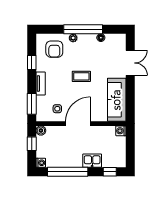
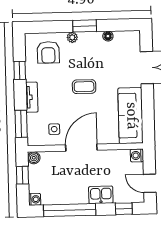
window: (83, 29) -> (85, 26), width x0.47
door: (130, 153) -> (150, 183), added

